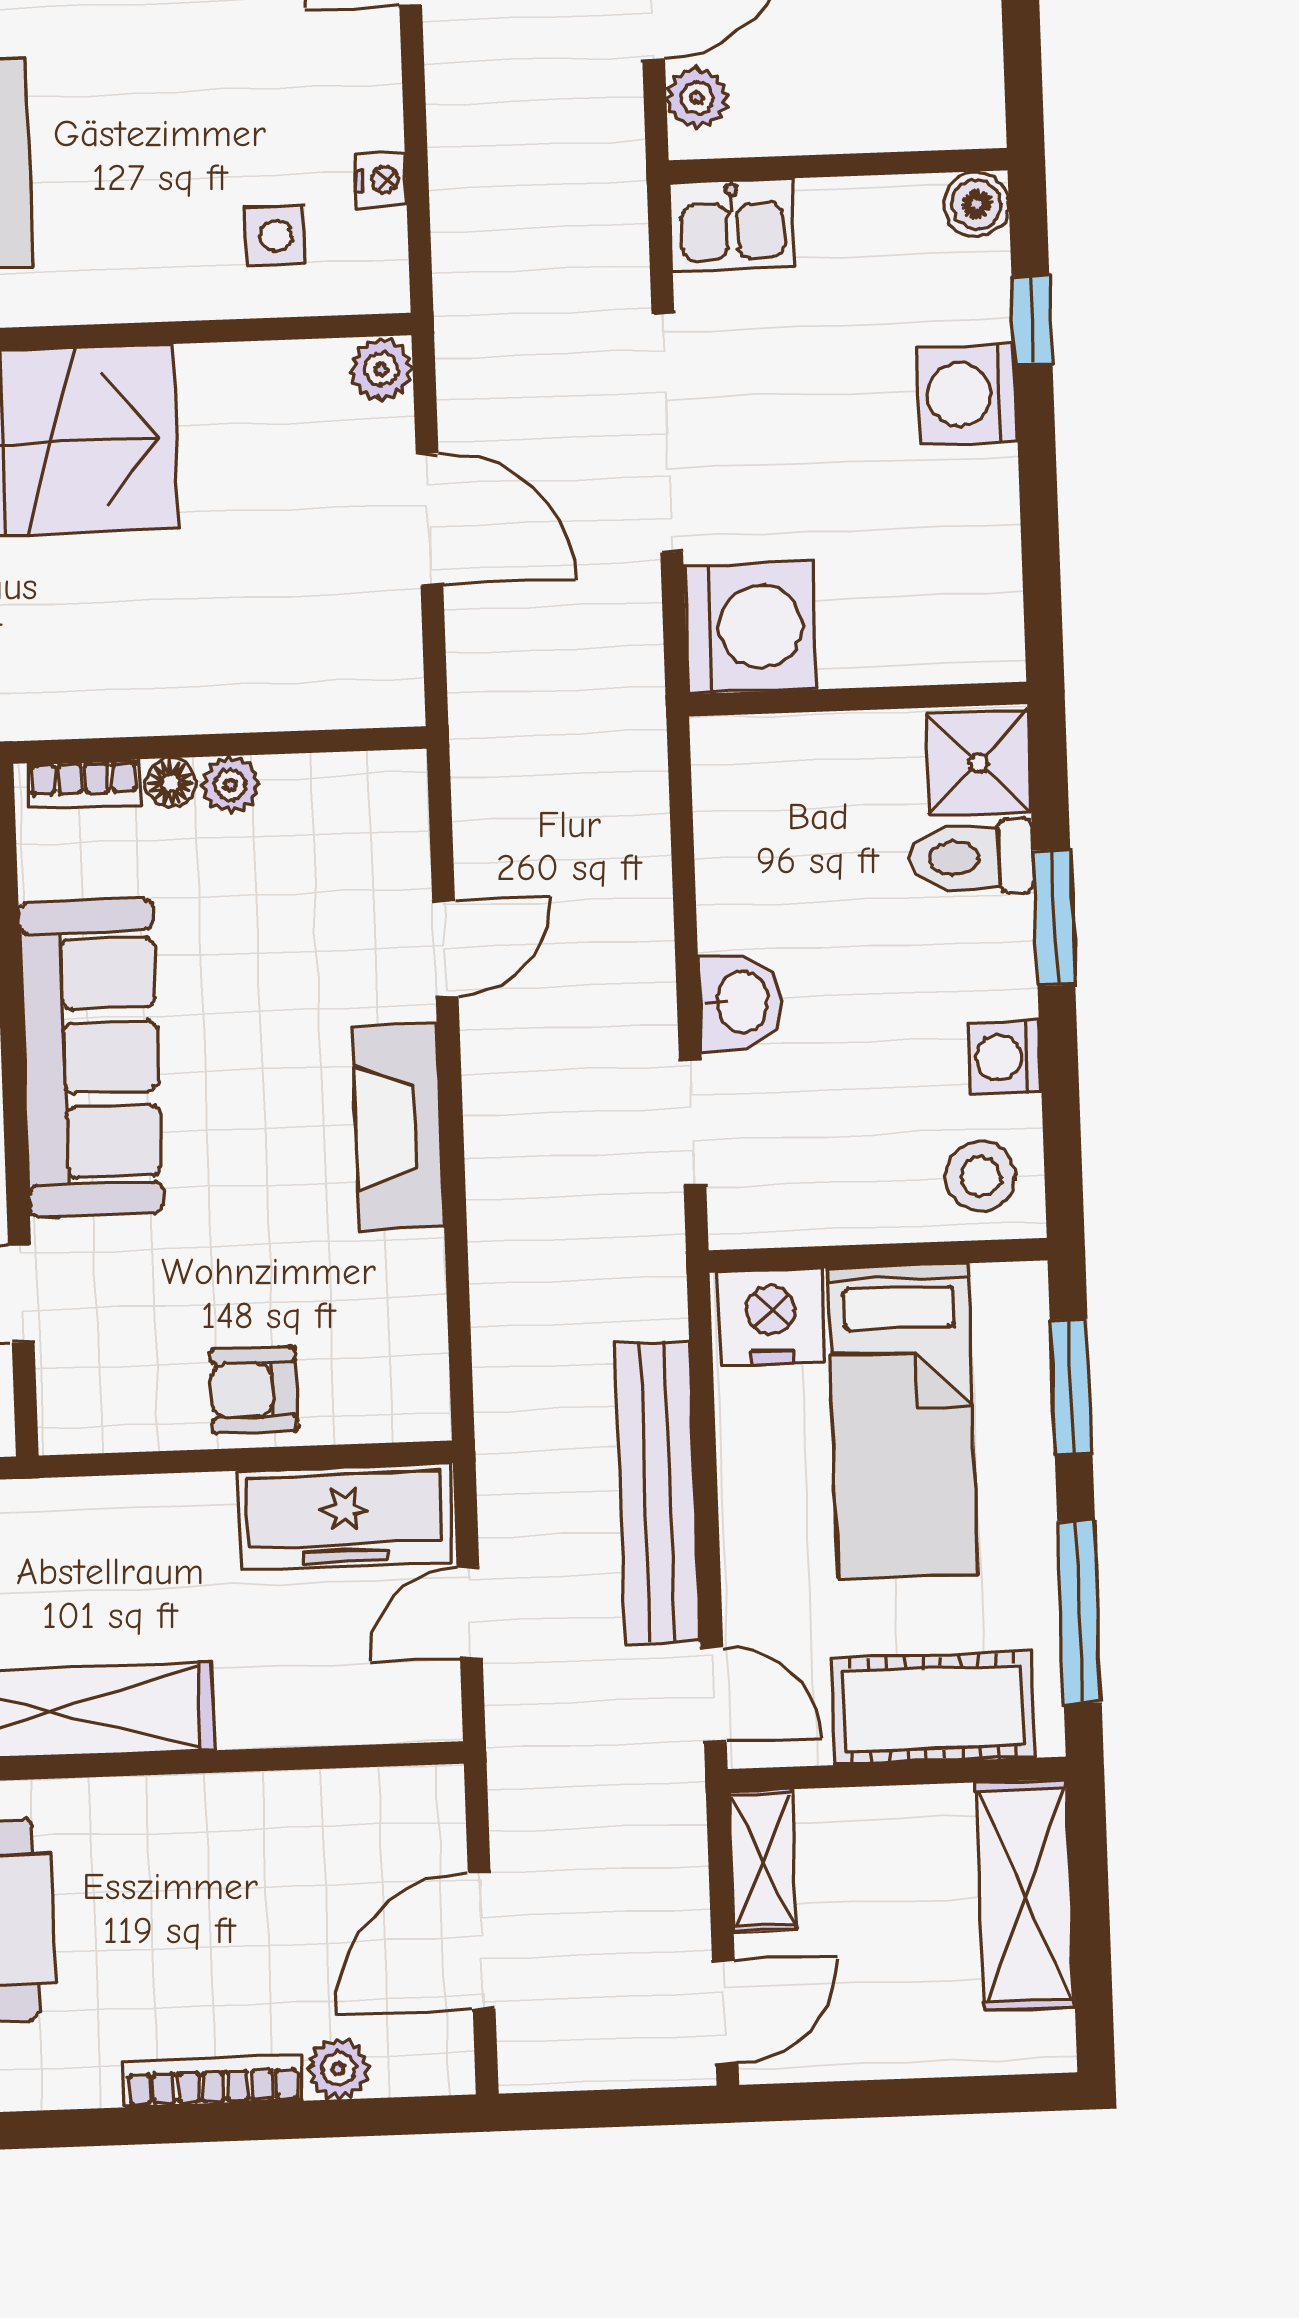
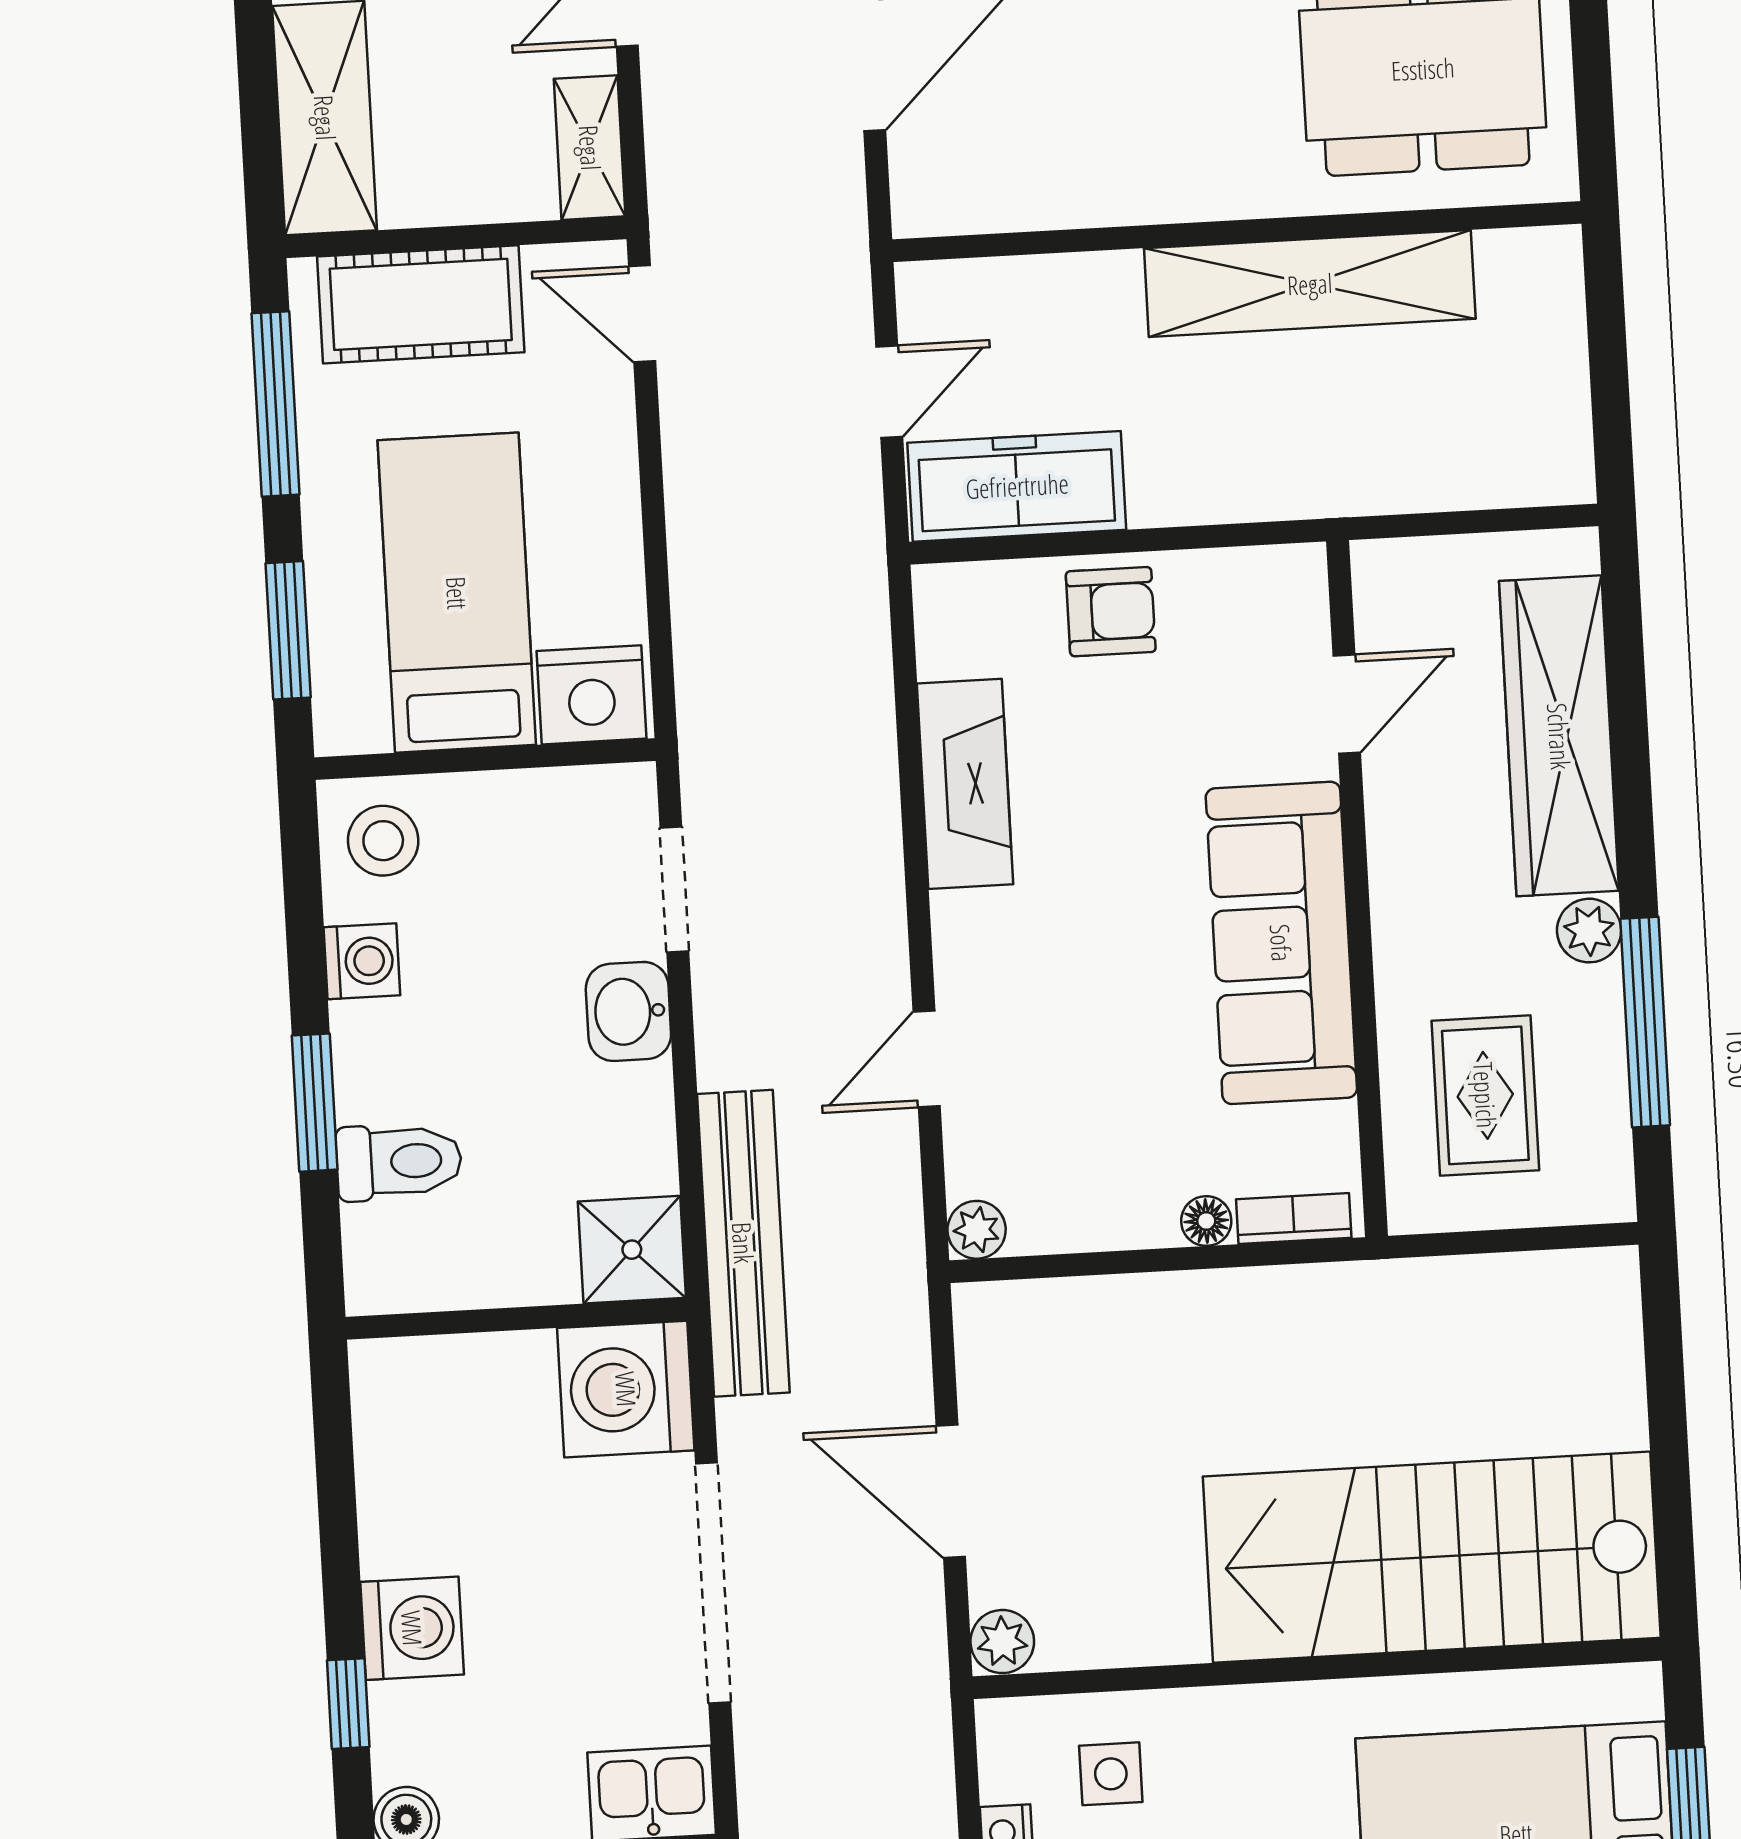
shower: (979, 763) -> (632, 1250), moved
plant: (230, 785) -> (977, 1230), moved
fireplace: (398, 1127) -> (965, 784), moved
bench: (657, 1492) -> (743, 1243), moved

